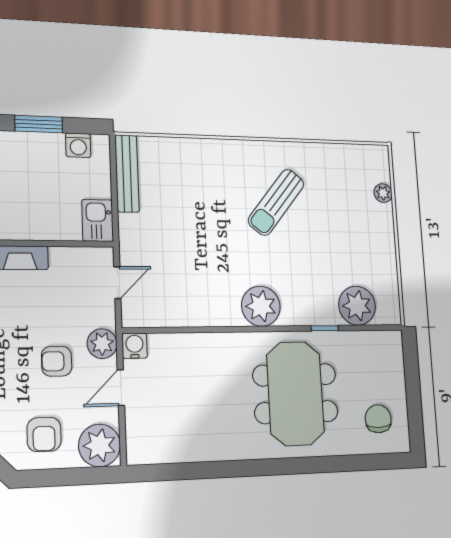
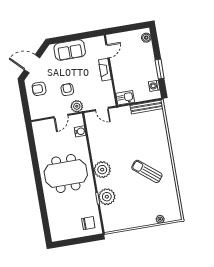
plant: (357, 306) -> (107, 197), moved
water cooler: (135, 346) -> (80, 131), moved
door: (121, 388) -> (61, 116), swing flipped
meeting table: (295, 393) -> (66, 173), moved
chair: (378, 419) -> (88, 223), moved
plant: (100, 445) -> (38, 111), removed

